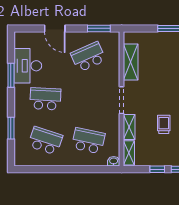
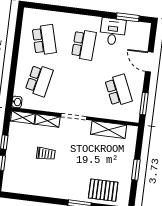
door: (55, 28) -> (149, 62), hinge flipped
desk: (28, 66) -> (113, 32), width x0.73
window: (11, 75) -> (128, 17), moved
window: (11, 128) -> (60, 9), removed
school desk: (45, 141) -> (44, 40), turned -33

